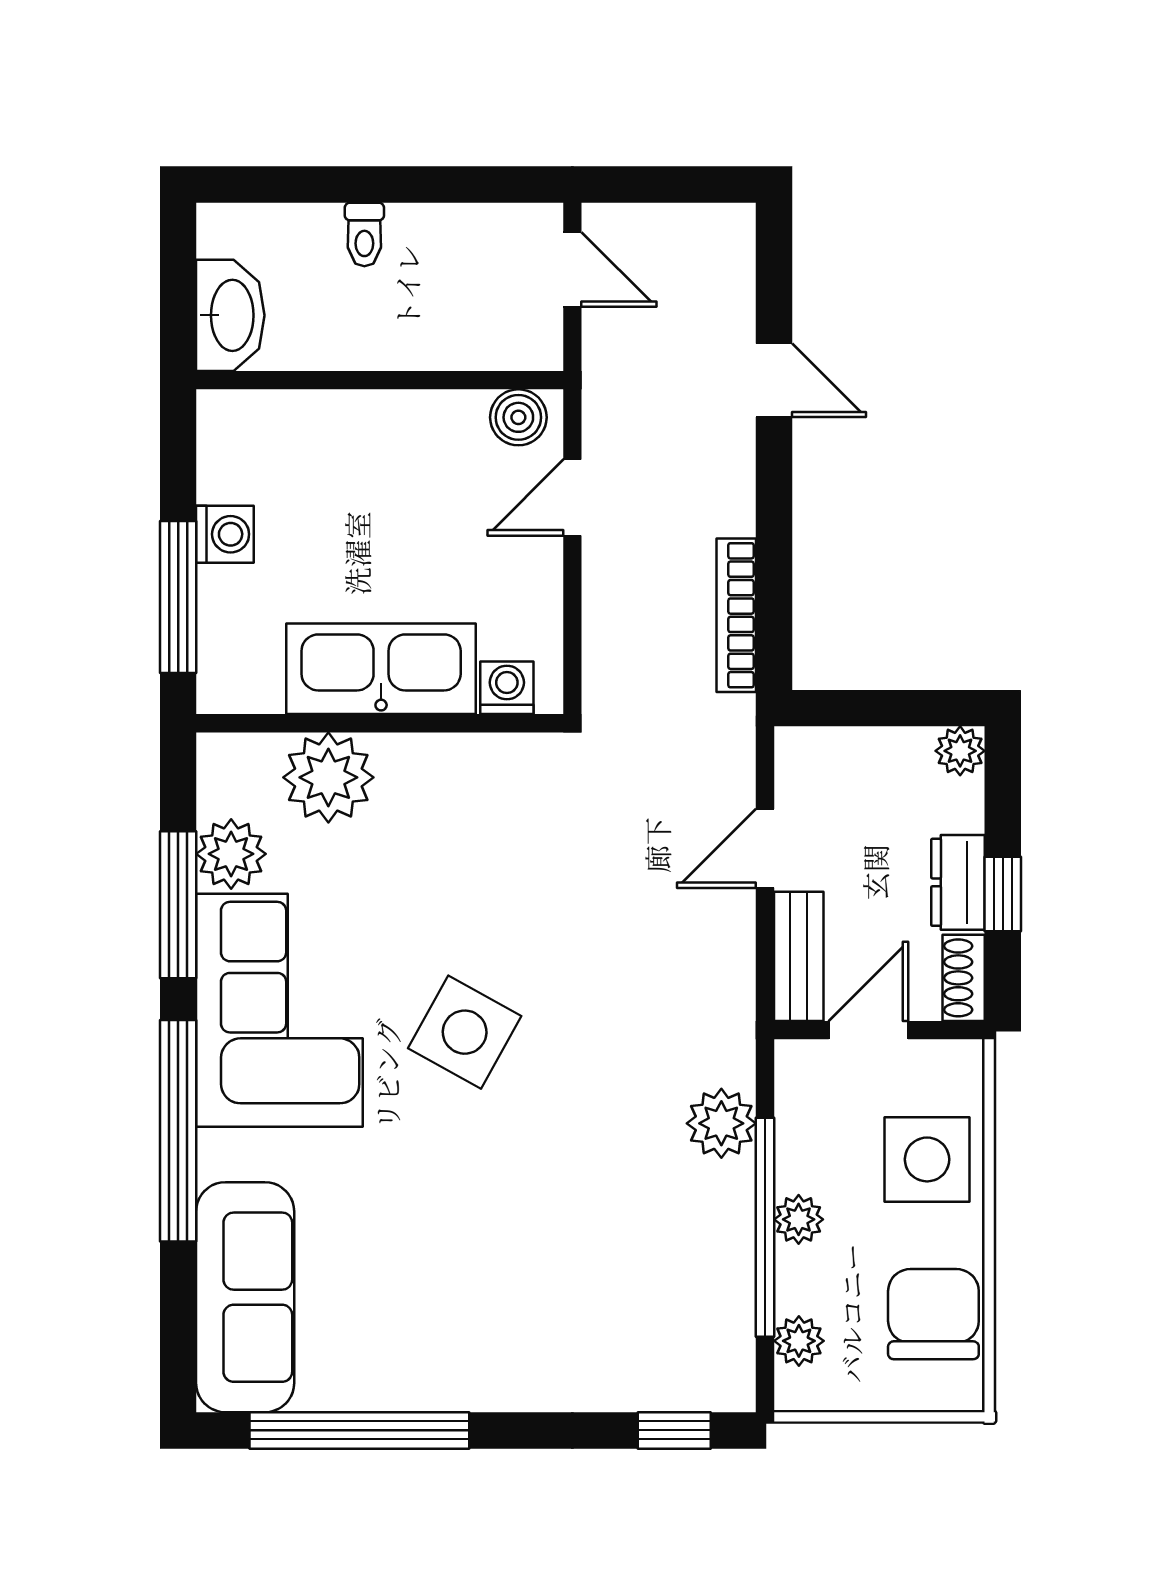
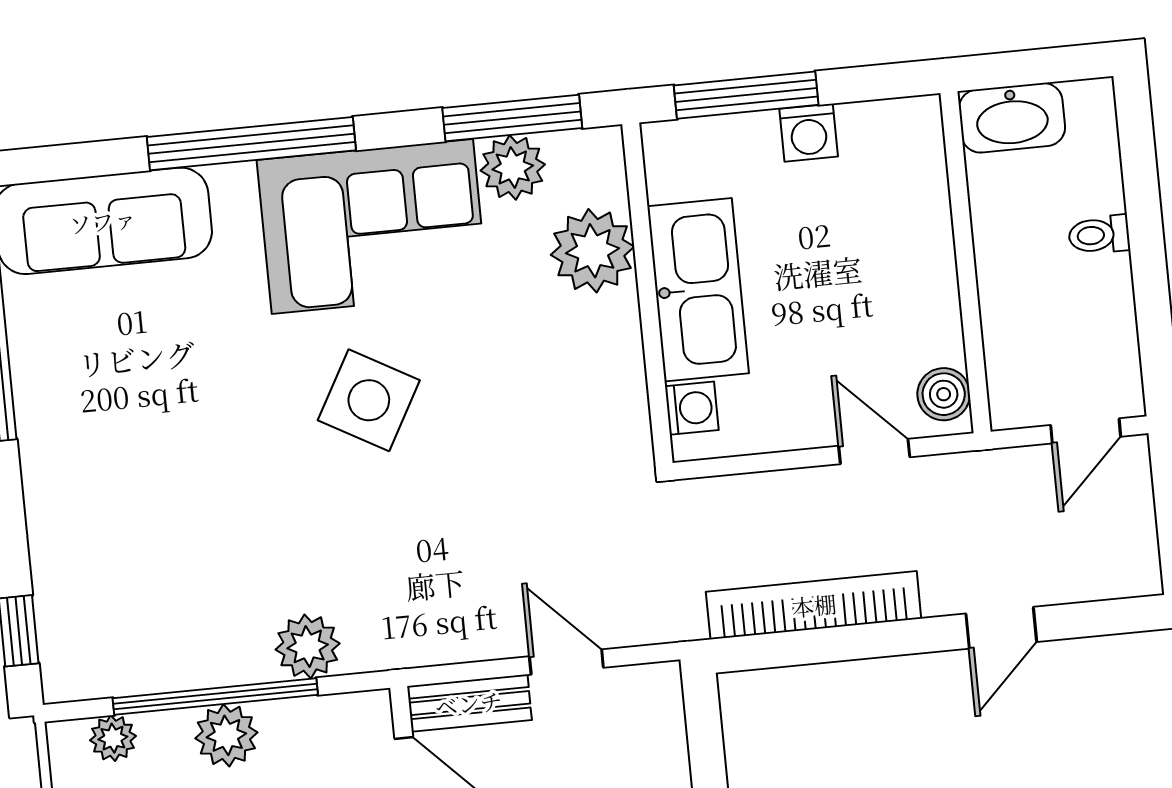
bookcase: (736, 615) -> (814, 605), width x1.48, depth x1.31
window: (178, 905) -> (512, 118), moved
plant: (799, 1219) -> (226, 735), width x1.38, depth x1.38

